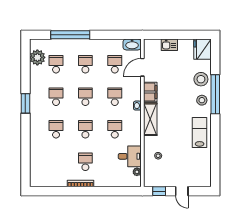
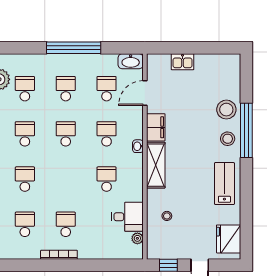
window: (70, 35) -> (74, 48), moved
fridge: (203, 49) -> (229, 239), moved
school desk: (85, 129) -> (25, 224), moved

